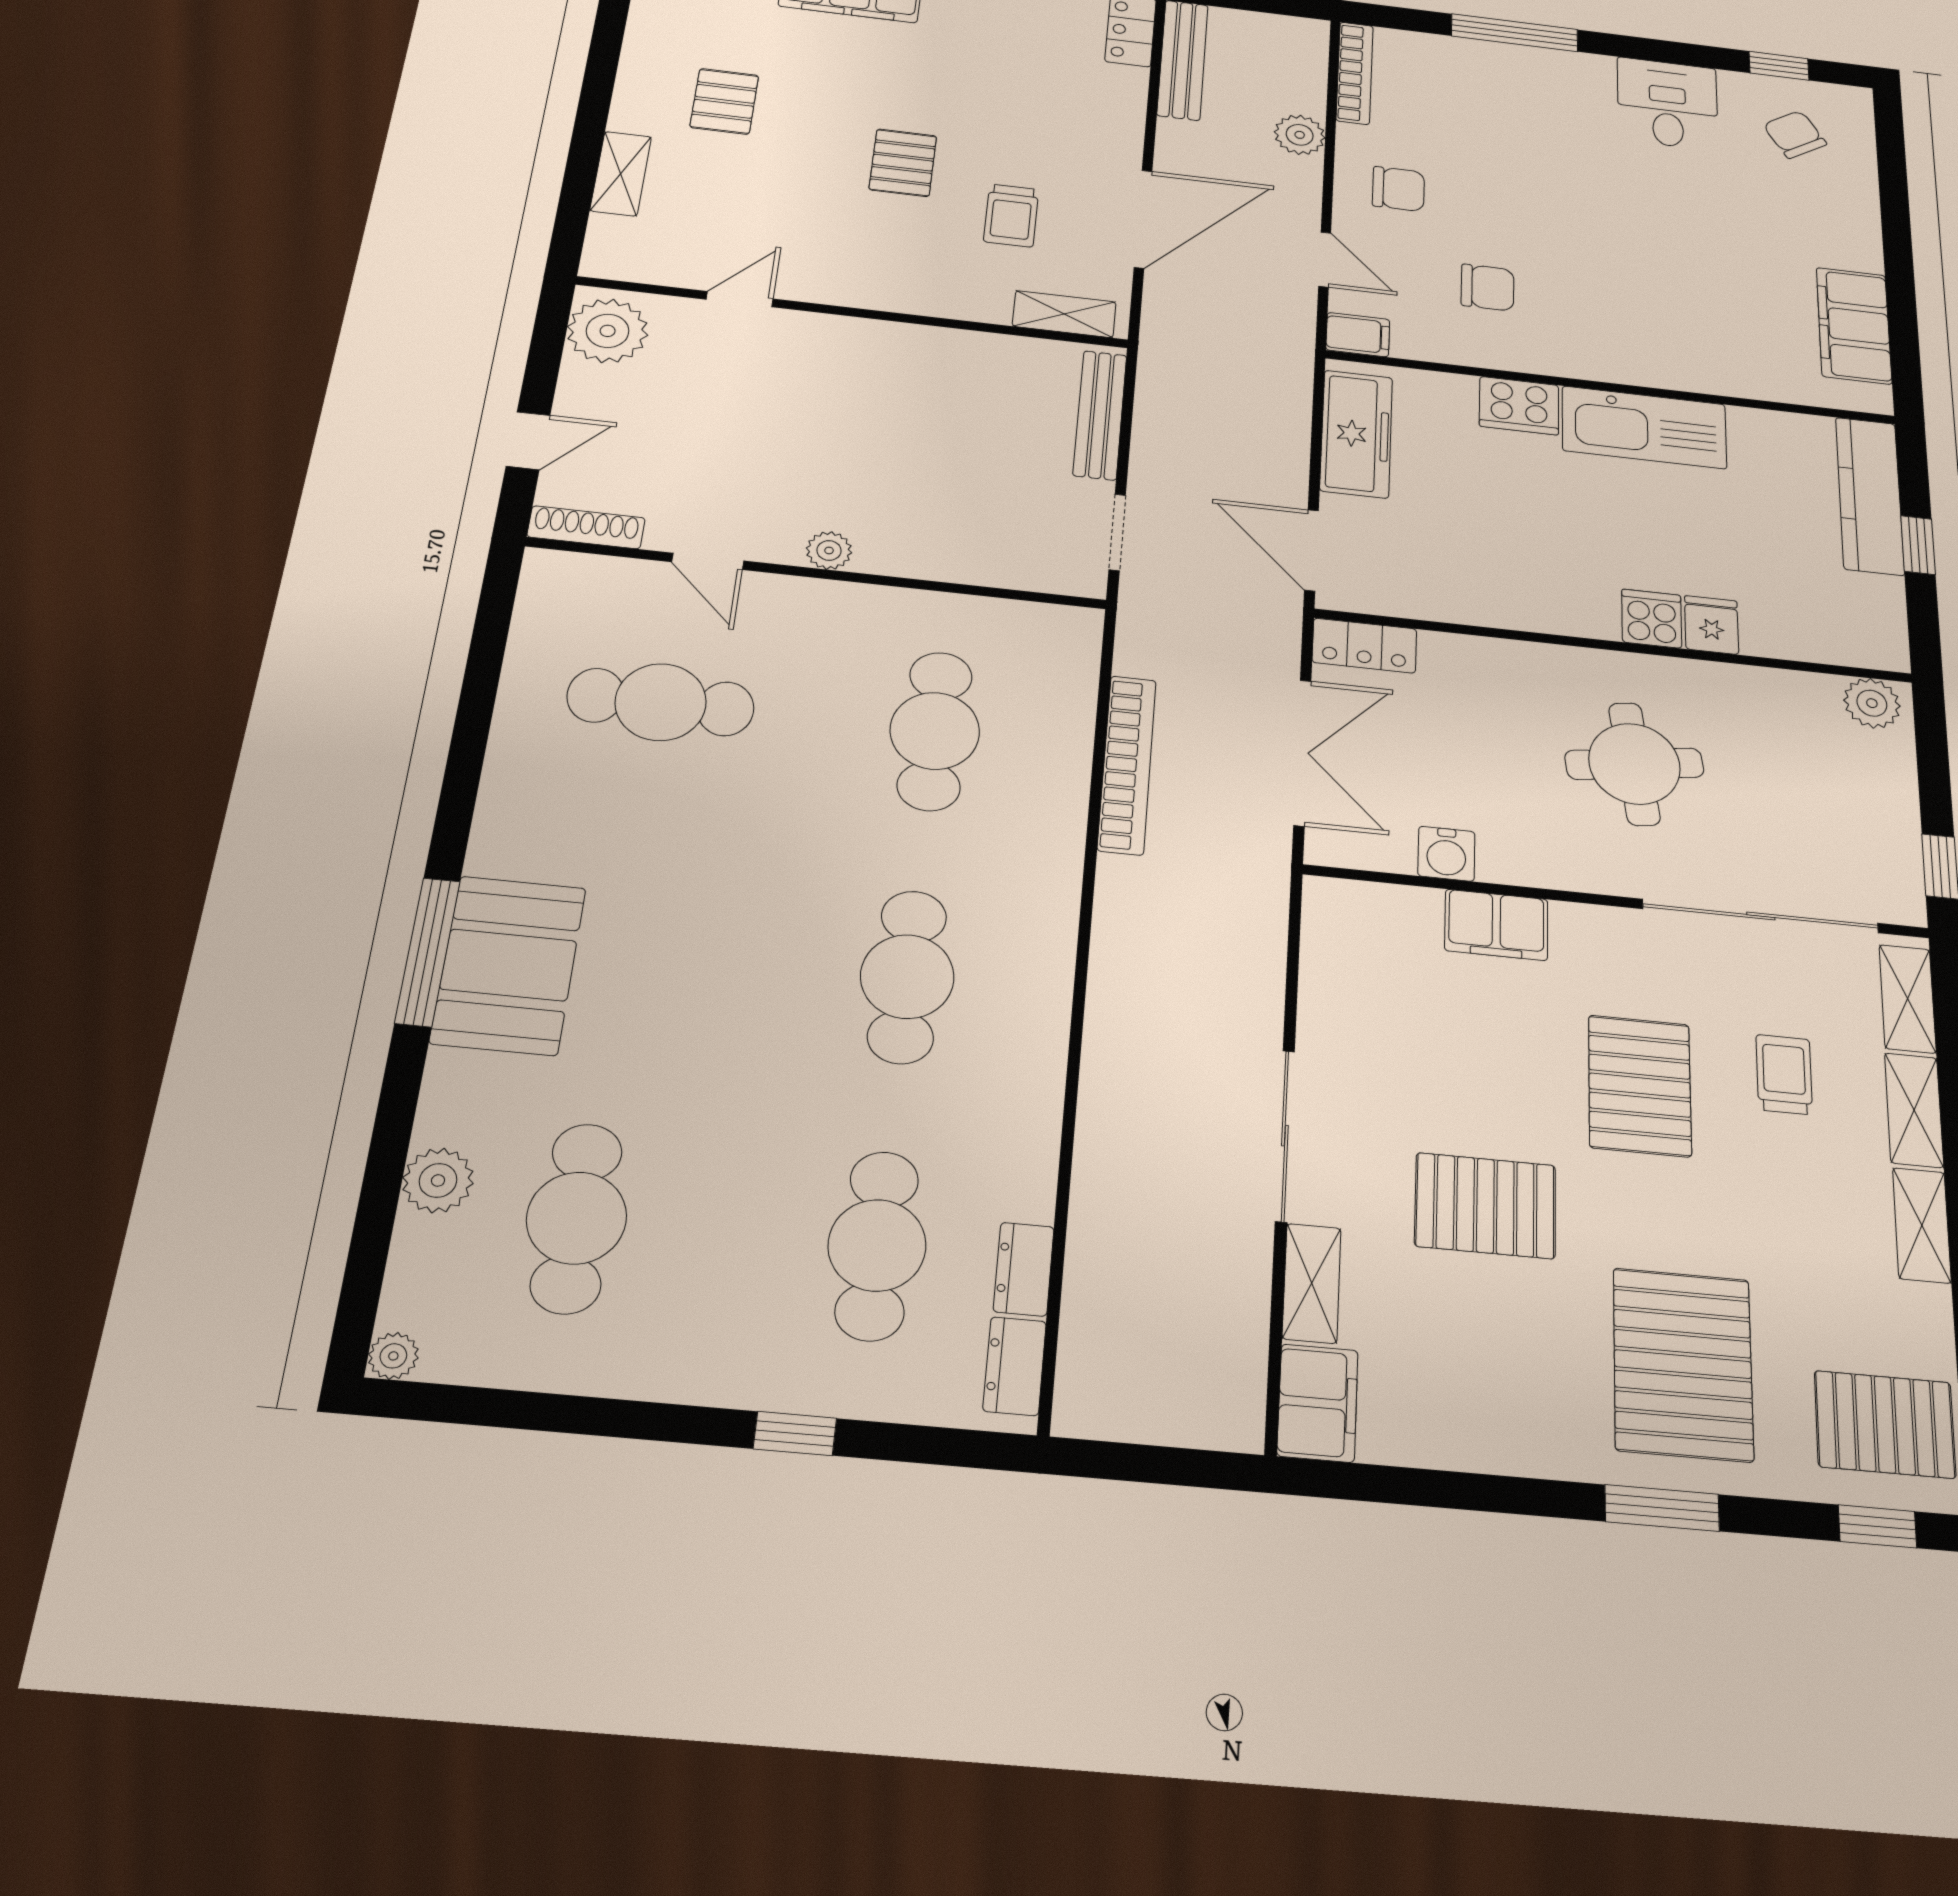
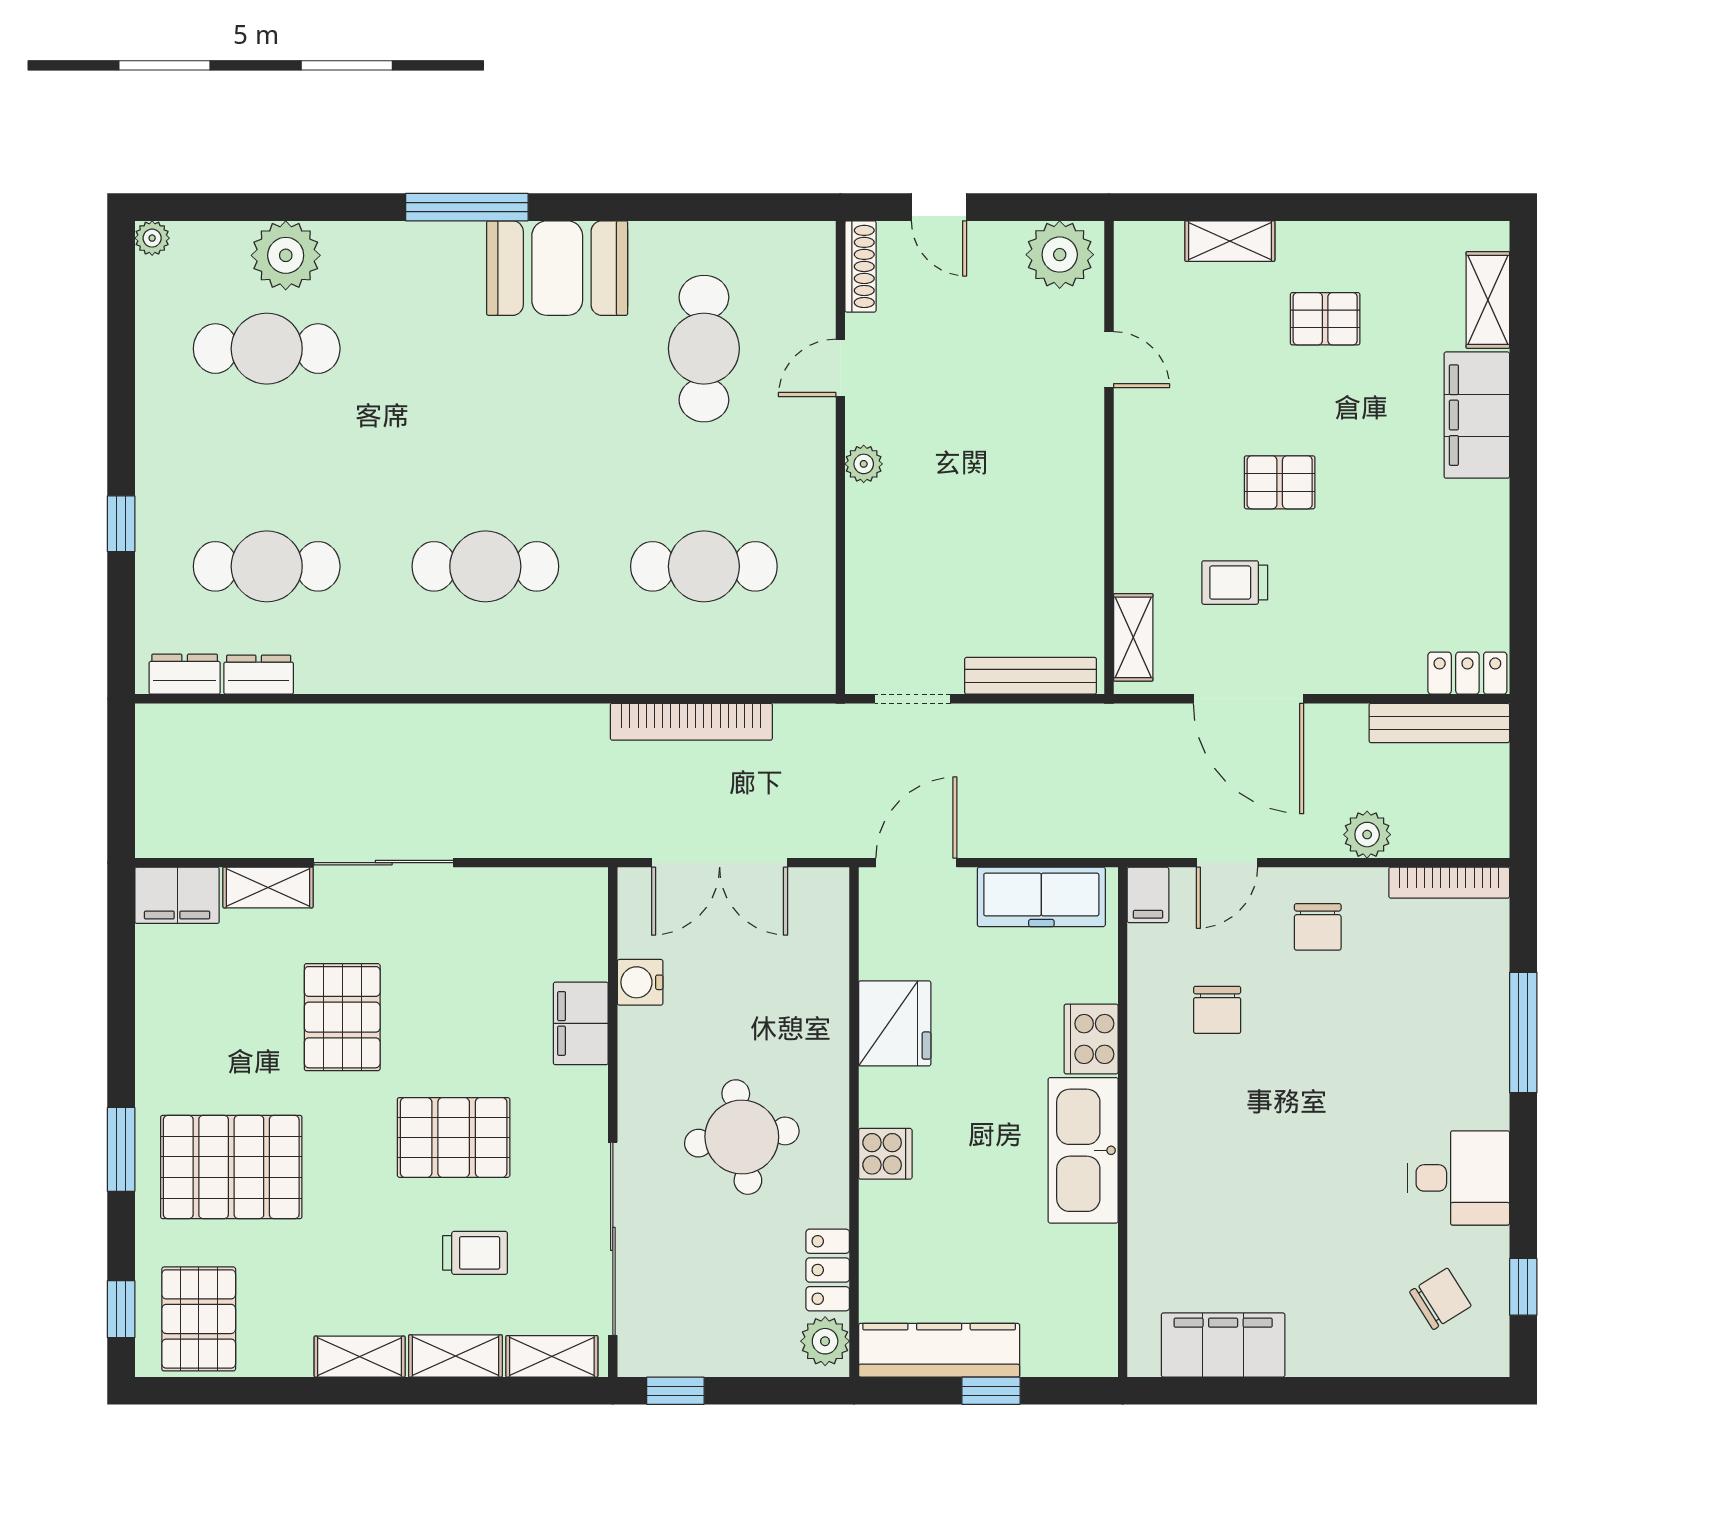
kitchen counter: (1870, 496) -> (939, 1350), moved
fridge: (1712, 625) -> (895, 1023), moved, width x1.88, depth x1.34
locker: (1364, 646) -> (828, 1270), moved
booth: (508, 965) -> (557, 268), moved
plant: (438, 1180) -> (286, 255), width x1.36, depth x1.36

